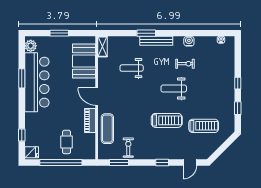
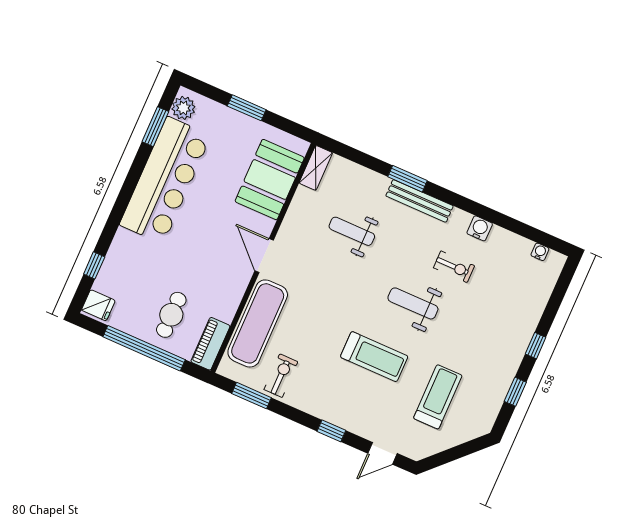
window: (22, 78) -> (155, 127), moved
piano: (90, 121) -> (210, 344), moved
treadmill: (204, 126) -> (438, 397), turned -90
exercise mat: (107, 129) -> (258, 323), width x1.36, depth x1.45

